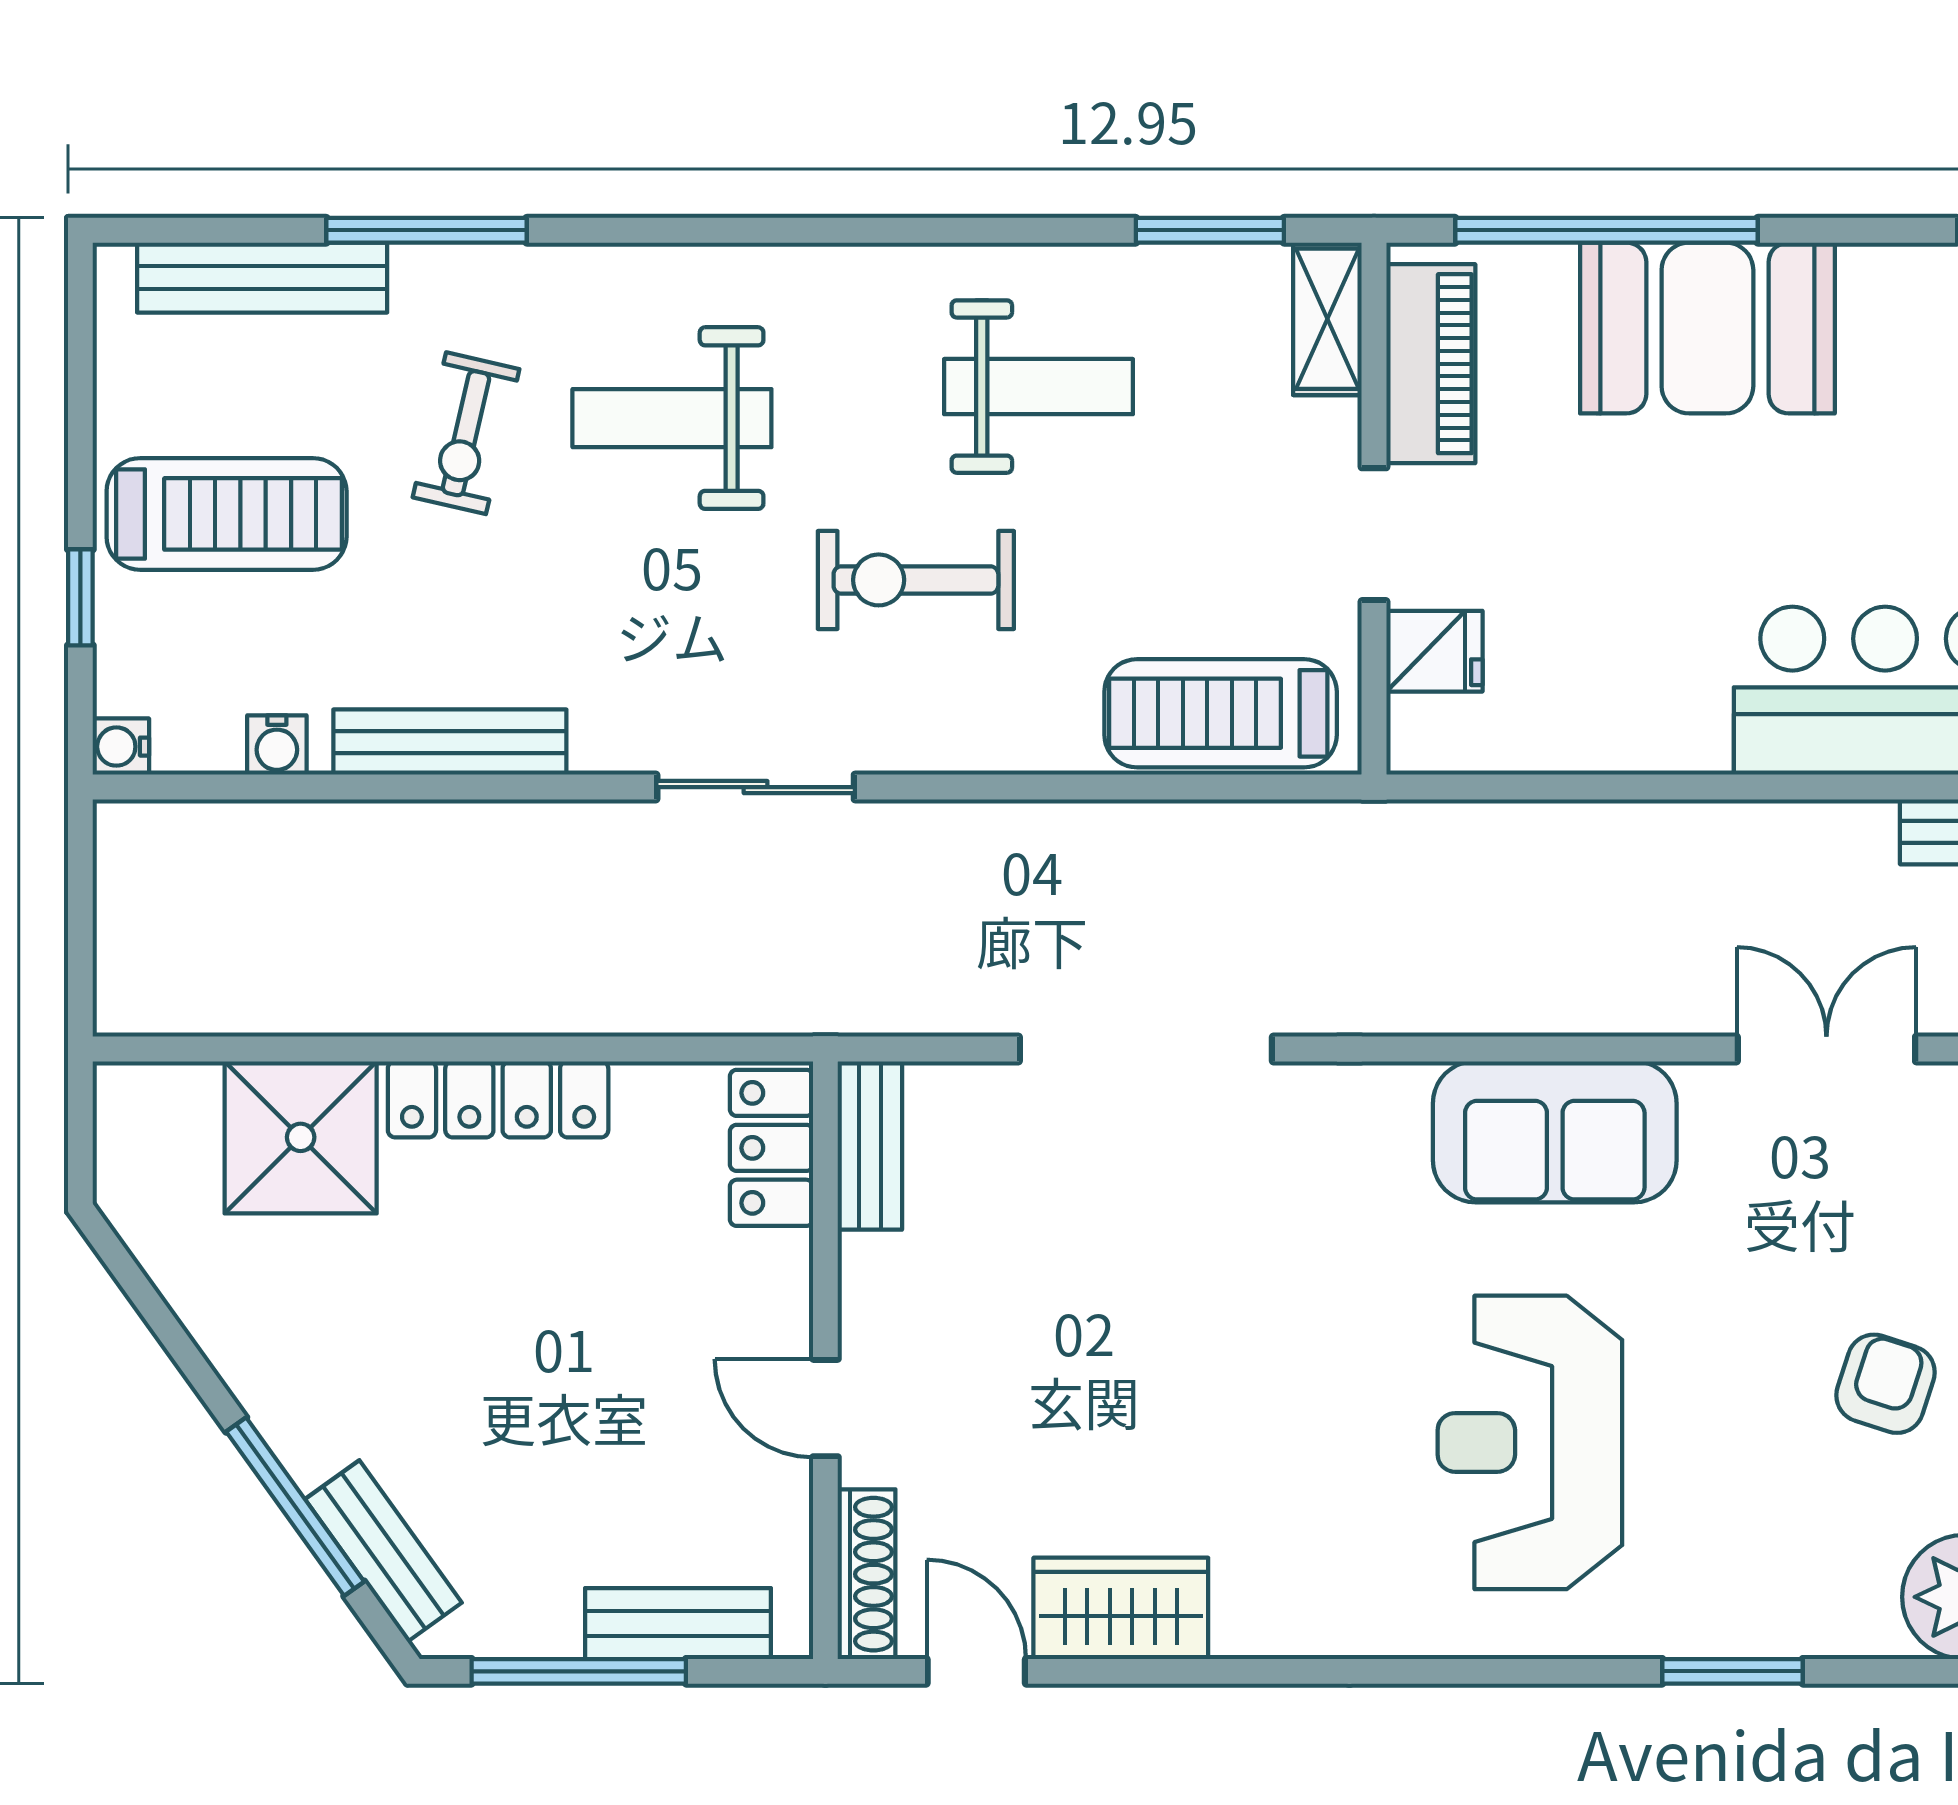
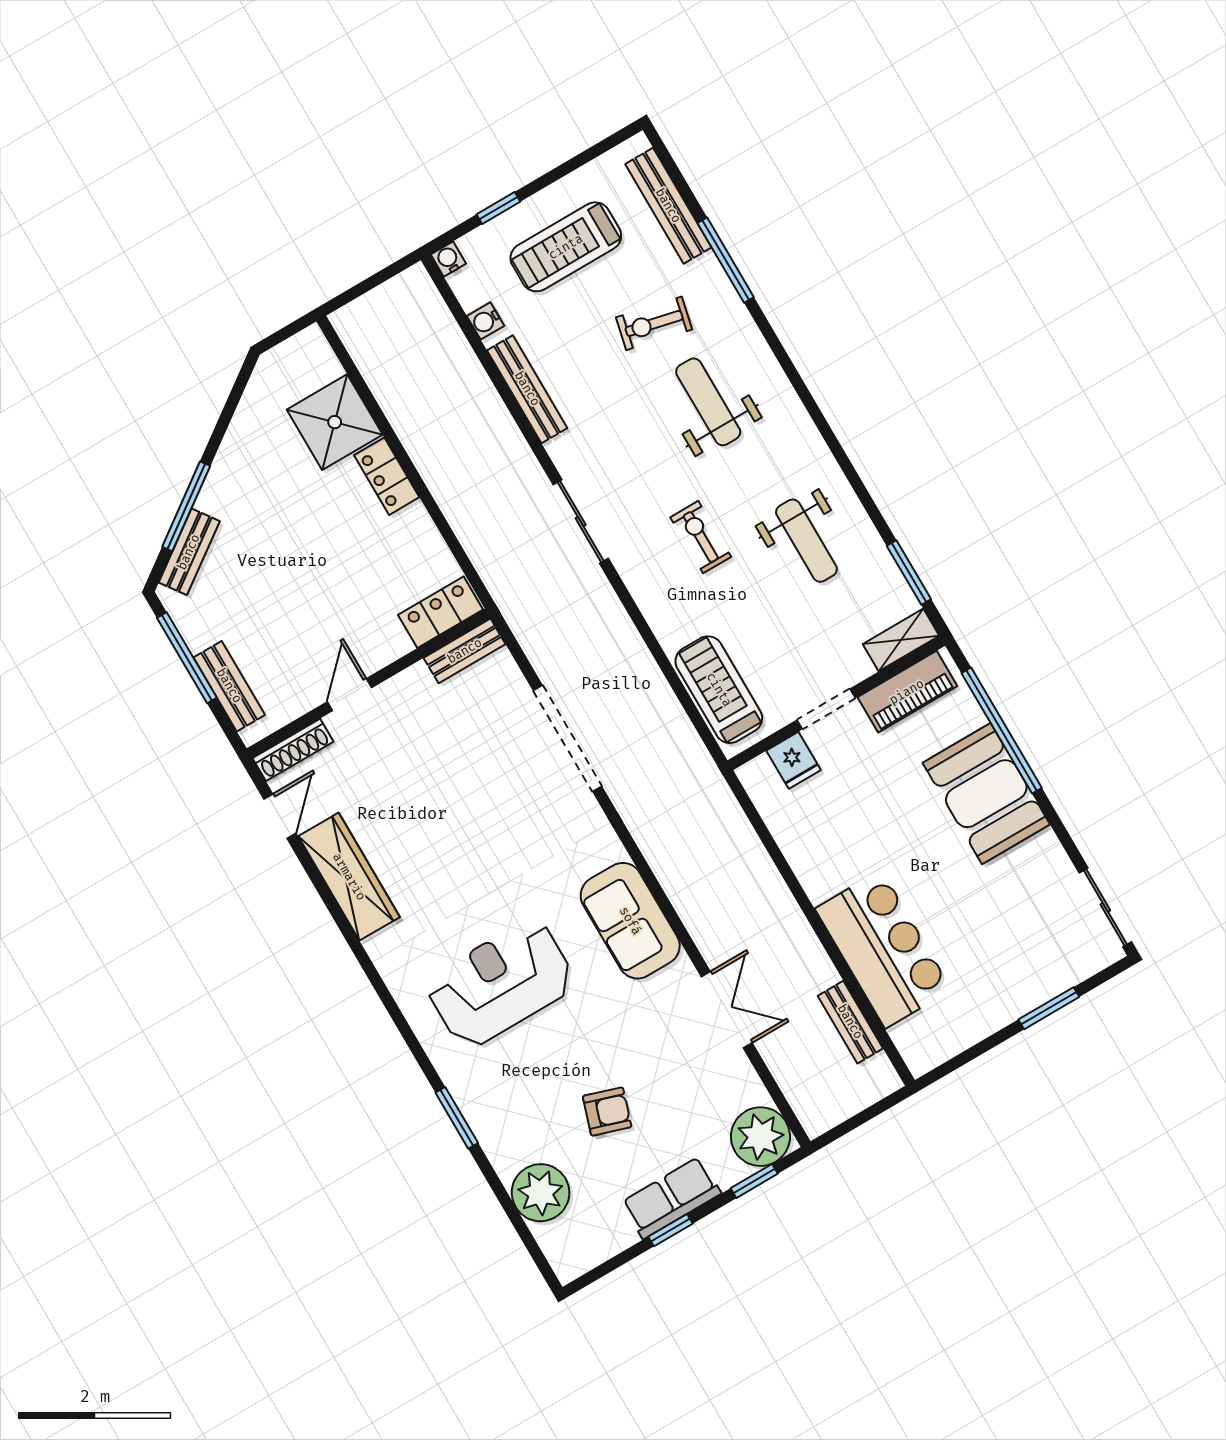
treadmill: (227, 514) -> (566, 247), turned 90
exercise bike: (916, 580) -> (701, 537), width x0.73, depth x0.72
locker: (498, 1099) -> (387, 476), width x0.66
wardrobe: (1121, 1608) -> (349, 877), width x1.50

